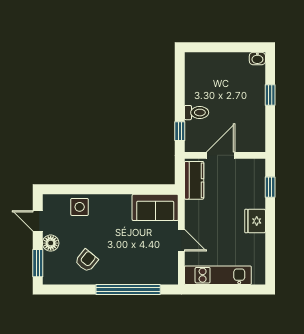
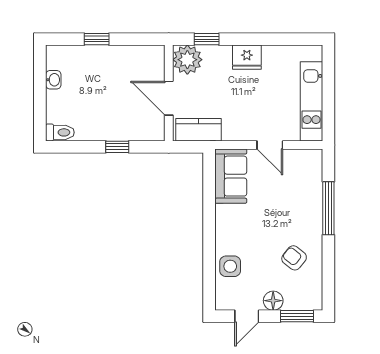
washbasin: (257, 59) -> (53, 80), moved
toilet: (197, 113) -> (60, 132), moved, turned 90
window: (180, 131) -> (117, 147), moved
plant: (253, 171) -> (187, 60), added
door: (181, 240) -> (270, 145), swing flipped
window: (128, 289) -> (328, 208), width x0.68

